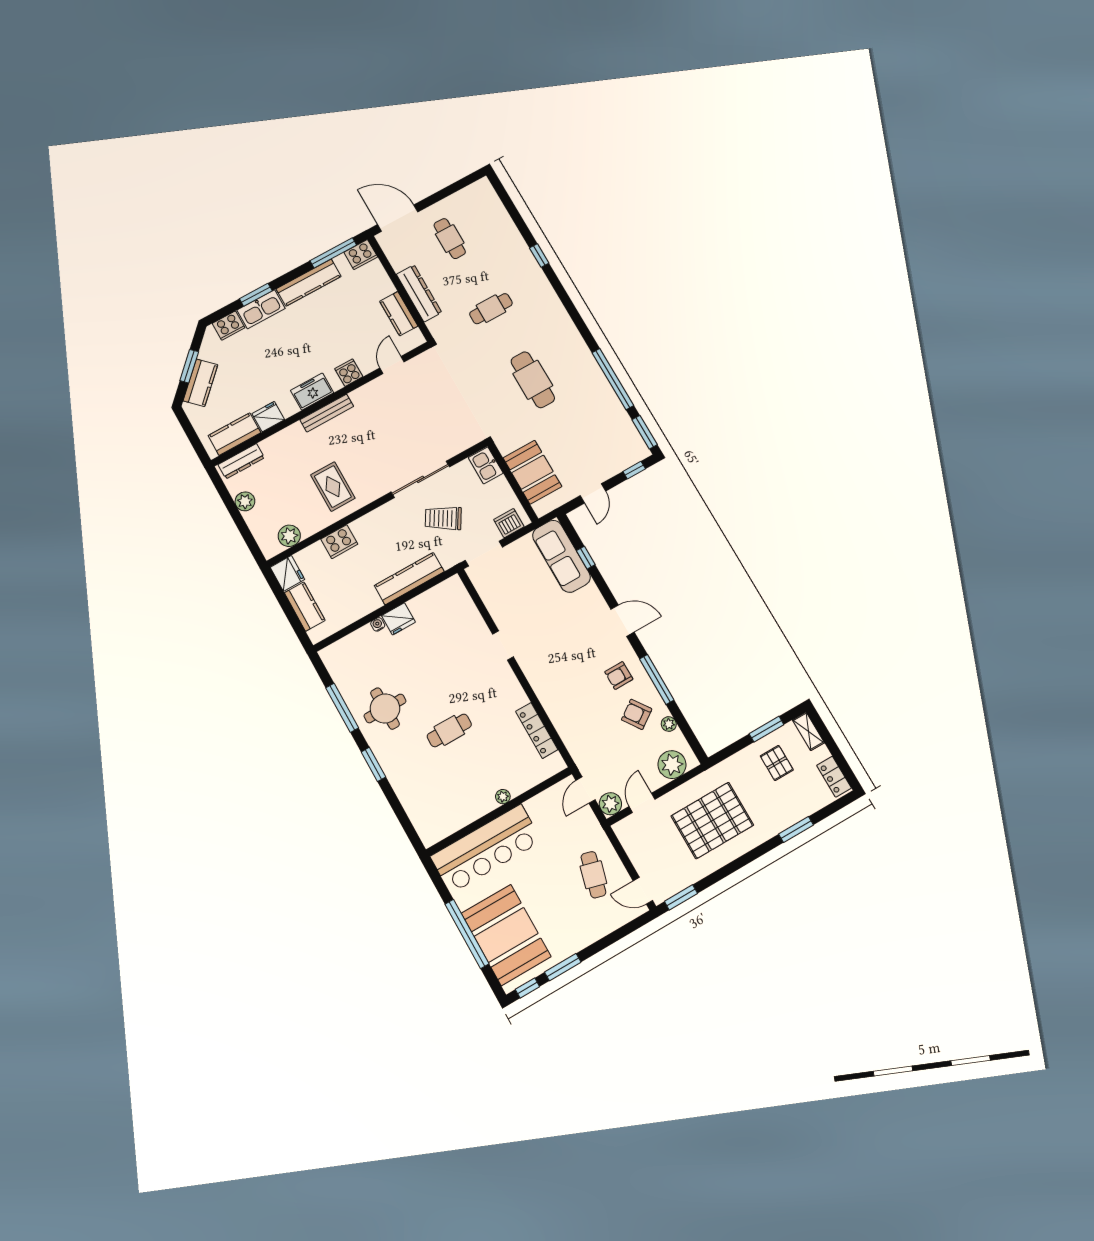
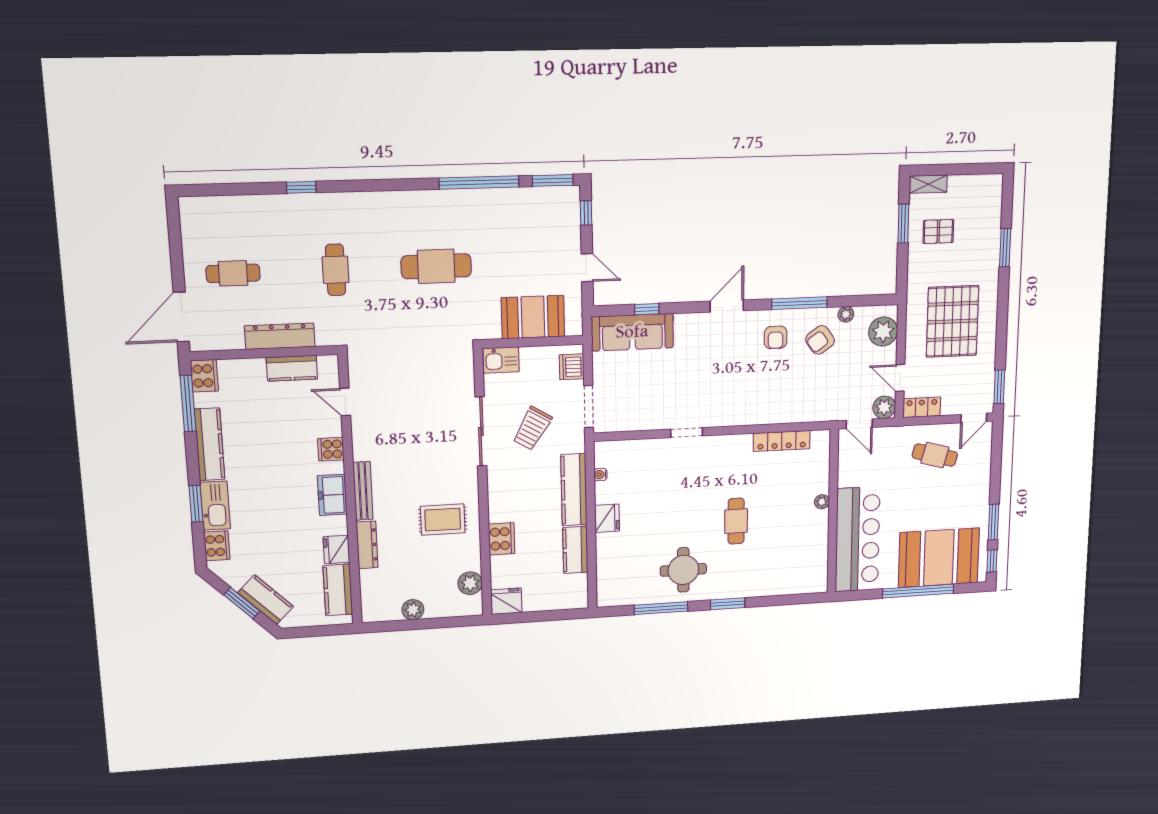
dresser: (241, 461) -> (367, 545), moved
kitchen counter: (305, 607) -> (575, 550), moved, turned -90
water cooler: (378, 624) -> (600, 475), moved
locker: (834, 777) -> (922, 407), moved, turned 180

